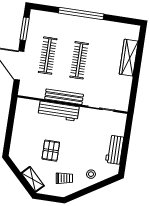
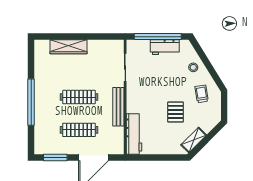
workbench: (59, 111) -> (134, 134), moved
window: (126, 145) -> (158, 37), added
pallet: (51, 151) -> (175, 112), turned 90
shelving: (33, 179) -> (194, 140), moved

